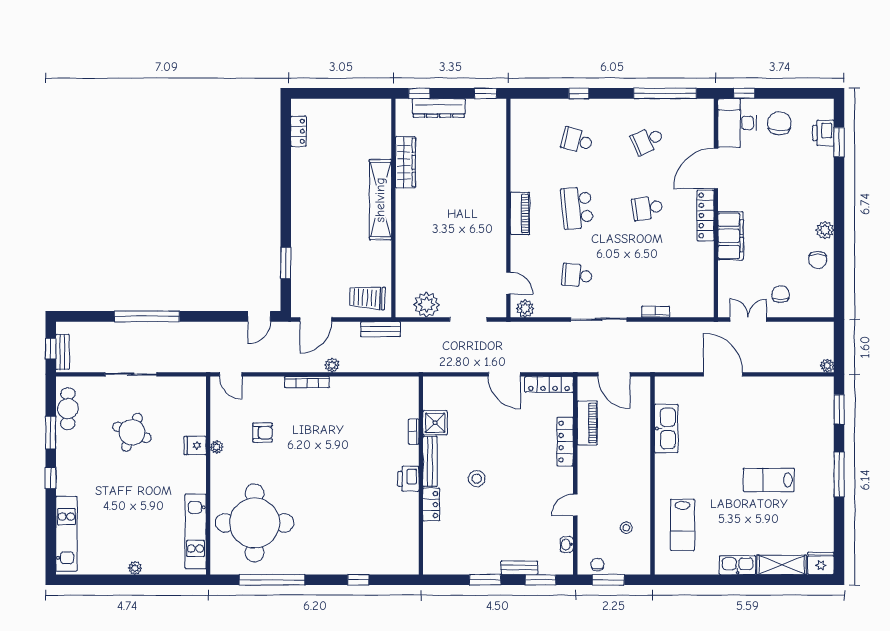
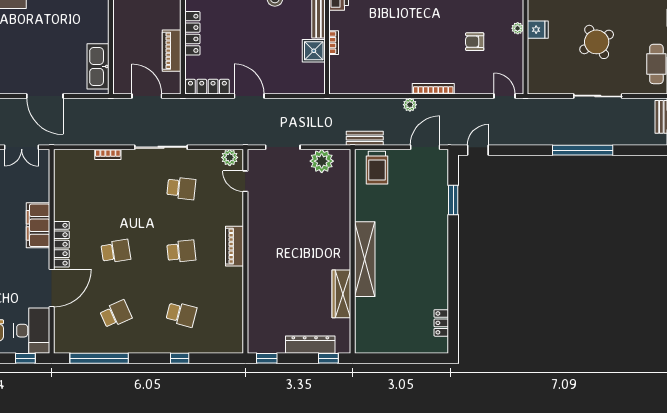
school desk: (577, 208) -> (181, 251), width x0.54
trolley: (367, 298) -> (377, 168), turned 87
kitchen sink: (666, 428) -> (98, 66), moved
round table: (132, 432) -> (597, 42), turned 38

